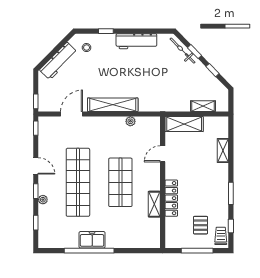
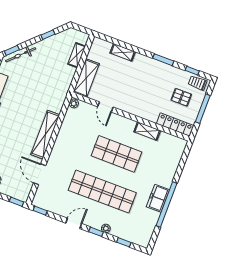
window: (194, 52) -> (12, 50), moved
plant: (130, 121) -> (74, 103), moved
locker: (171, 198) -> (175, 124), moved

